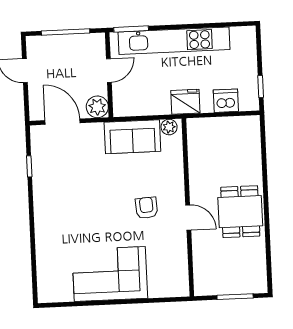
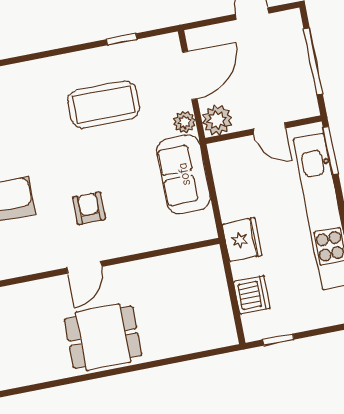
plant: (169, 127) -> (185, 122), moved
coffee table: (74, 186) -> (104, 104), added
armchair: (147, 208) -> (89, 208), turned -86

